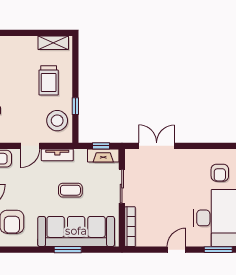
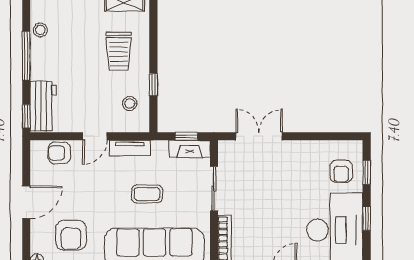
stool: (57, 121) -> (130, 103), width x0.53, depth x0.53

